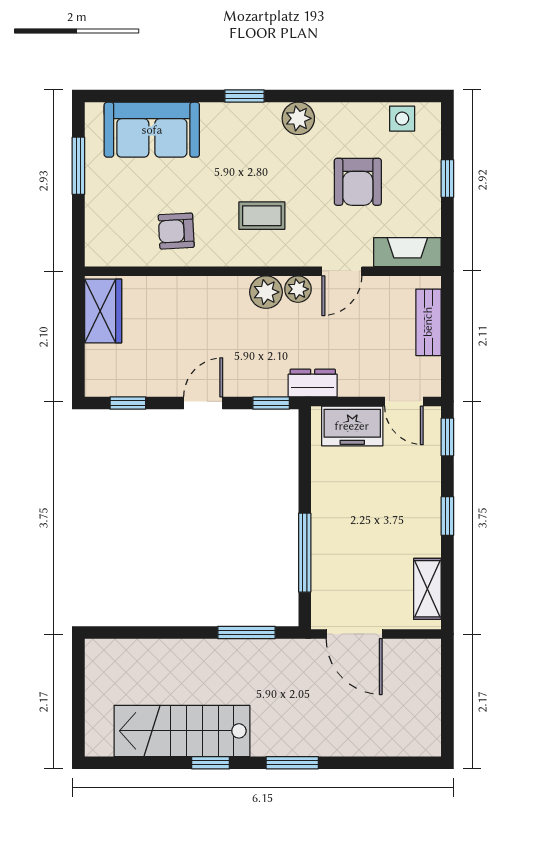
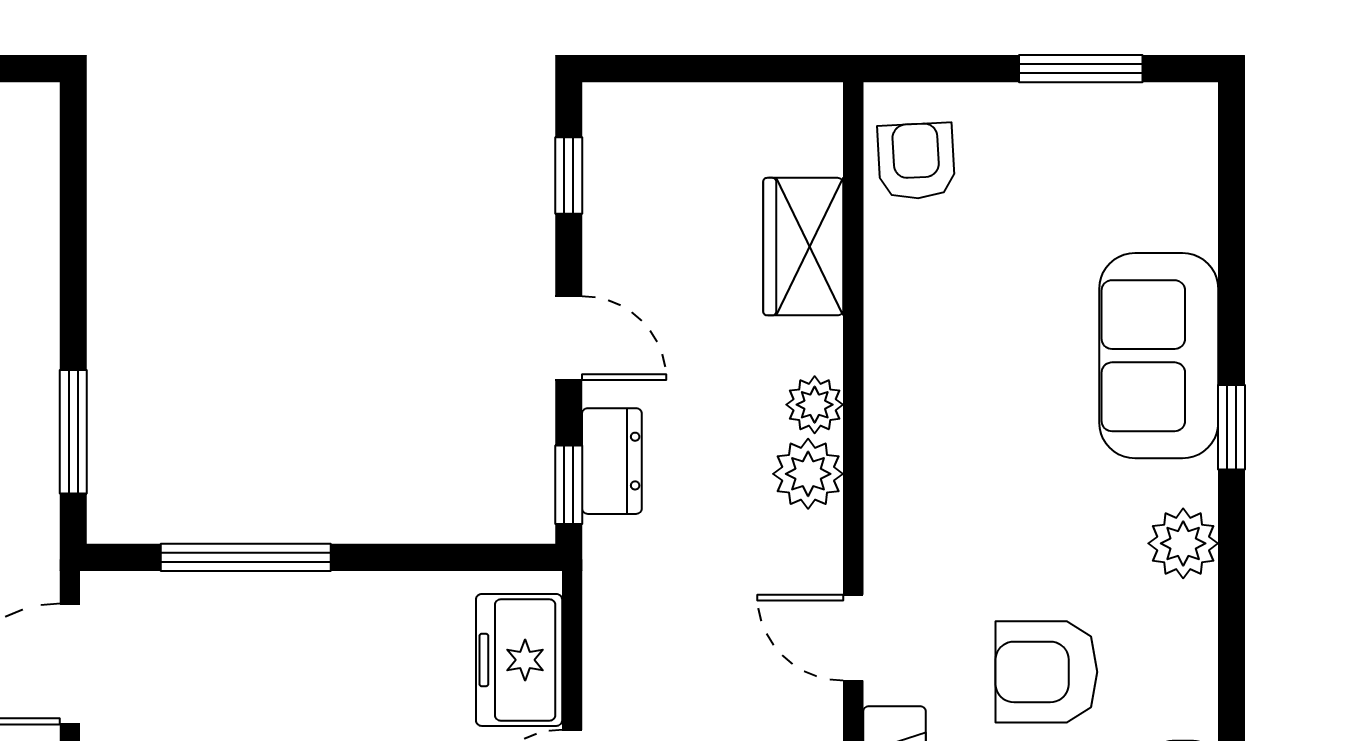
sofa: (152, 130) -> (1159, 356), moved
coffee table: (262, 216) -> (973, 465), removed
armchair: (176, 231) -> (916, 161), moved
plant: (298, 289) -> (815, 405), moved
wardrobe: (103, 311) -> (803, 247), moved, turned 90
dresser: (313, 383) -> (612, 461), moved

